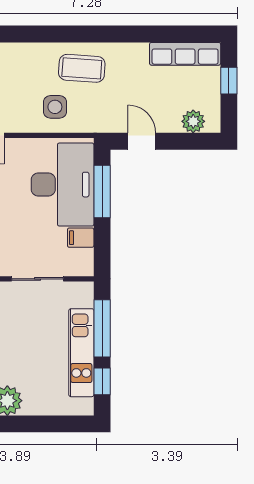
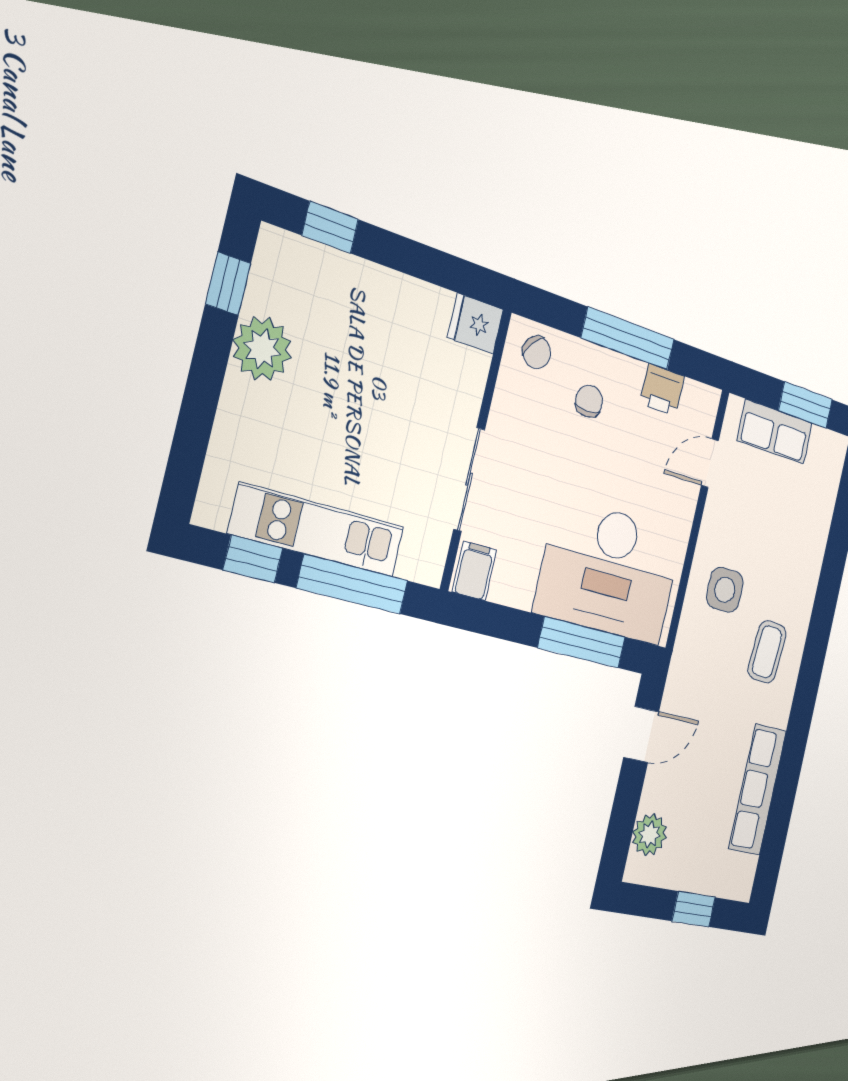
row of seats: (185, 54) -> (758, 790), moved
coffee table: (82, 68) -> (767, 652), width x0.73, depth x0.77
filing cabinet: (81, 238) -> (474, 571), moved

